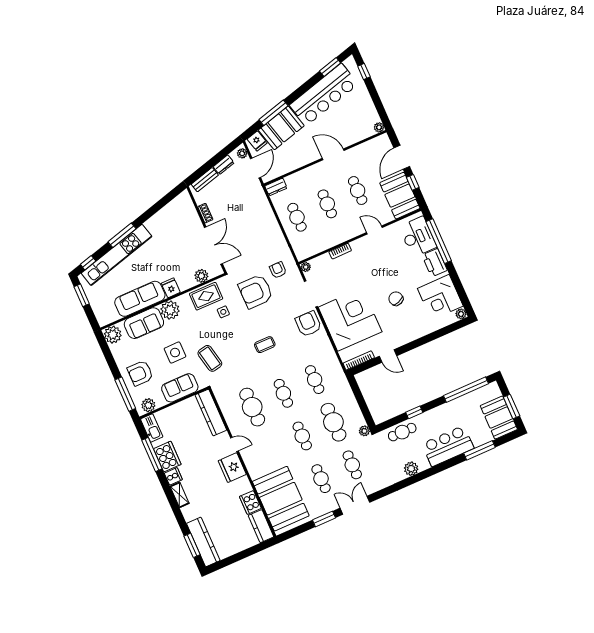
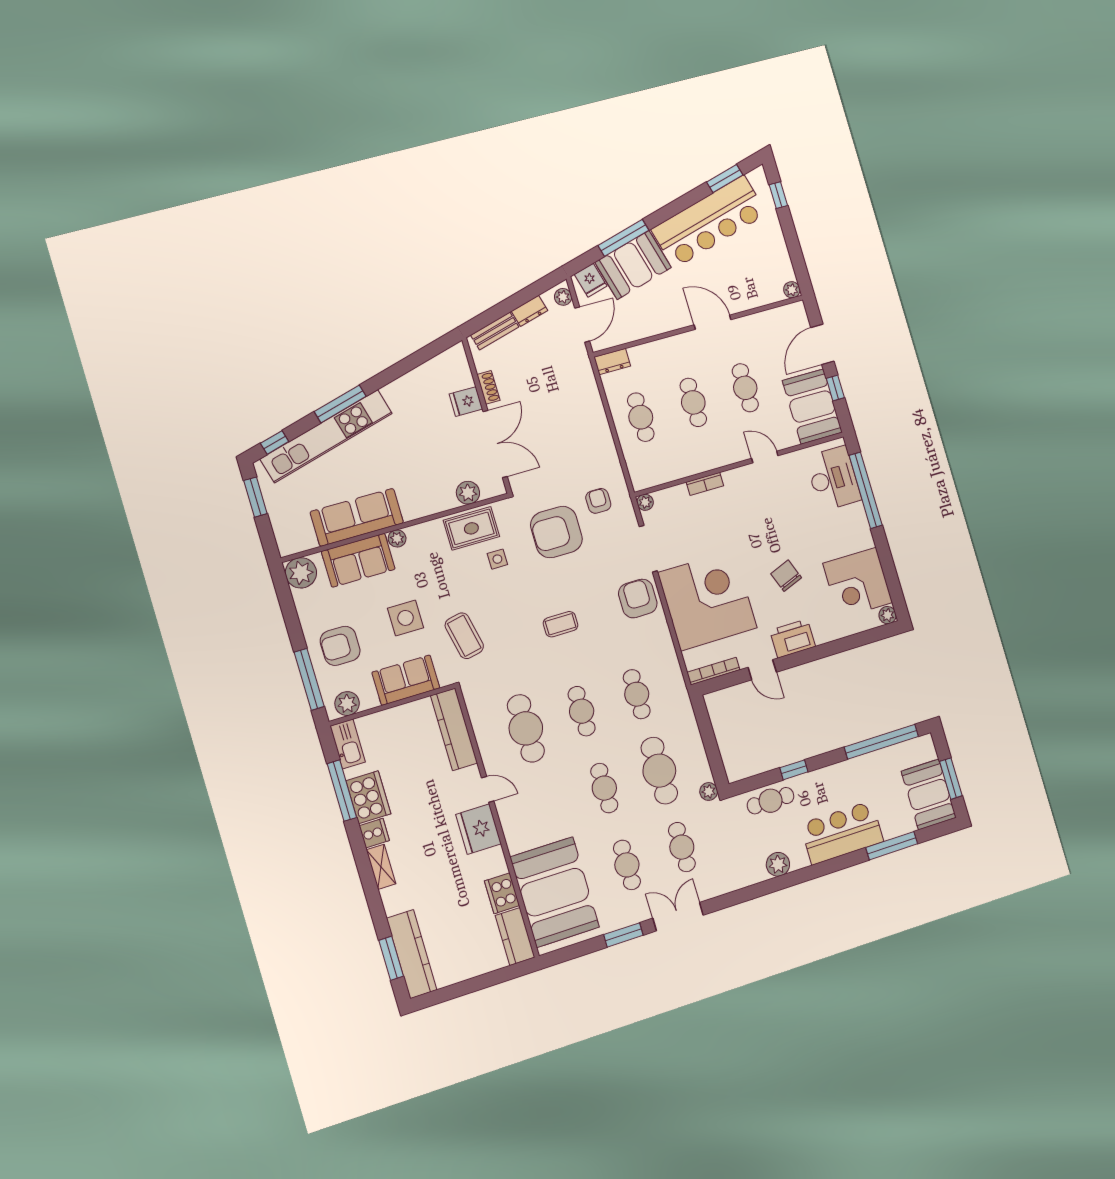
printer: (435, 263) -> (793, 638), moved, turned 90
fridge: (171, 288) -> (466, 402), moved, turned -90
plant: (170, 310) -> (397, 538), width x0.53, depth x0.53

